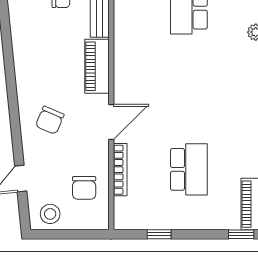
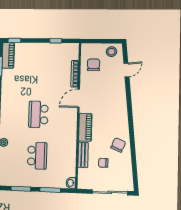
chair: (50, 120) -> (118, 145), moved
school desk: (189, 169) -> (38, 114), moved

